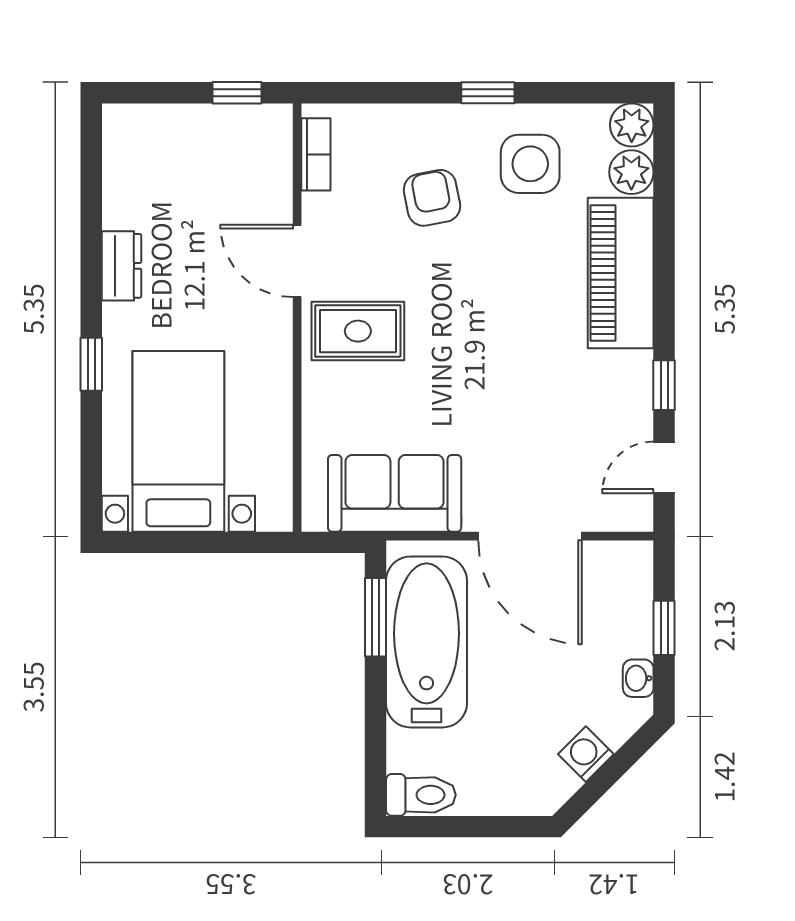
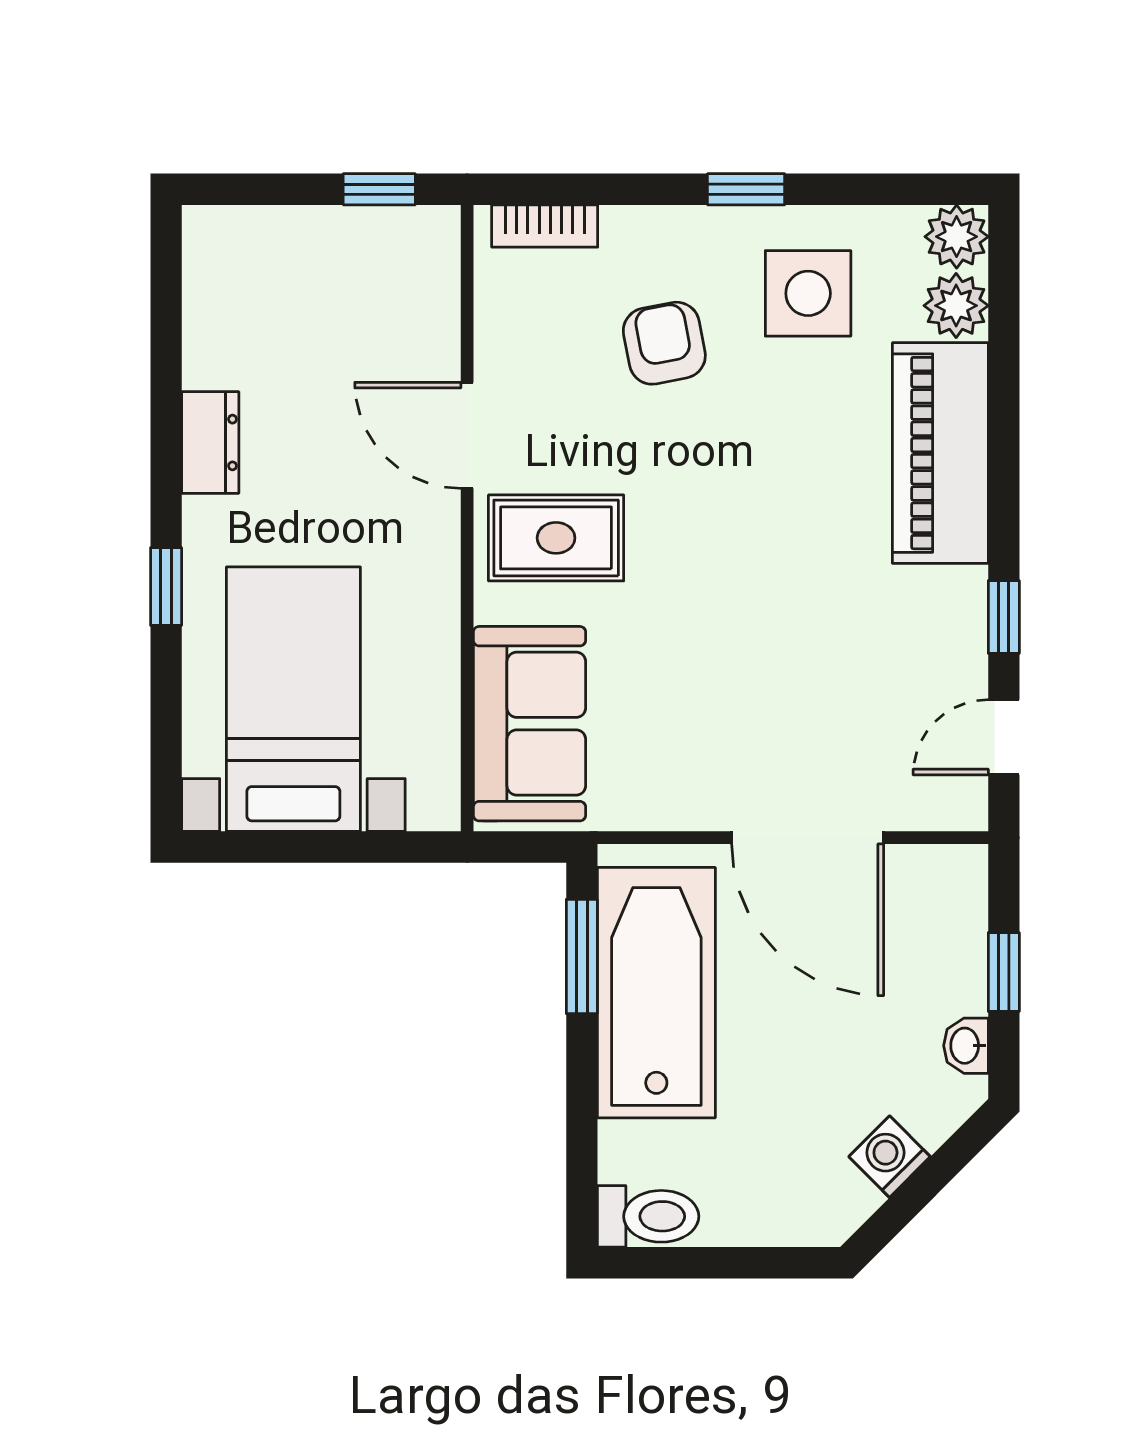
bookcase: (316, 154) -> (545, 226), moved, turned 90
sofa: (395, 493) -> (529, 724), moved, turned 90

